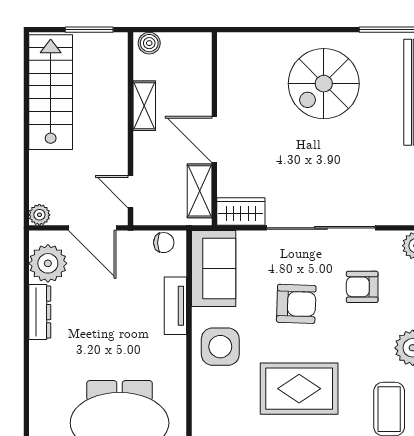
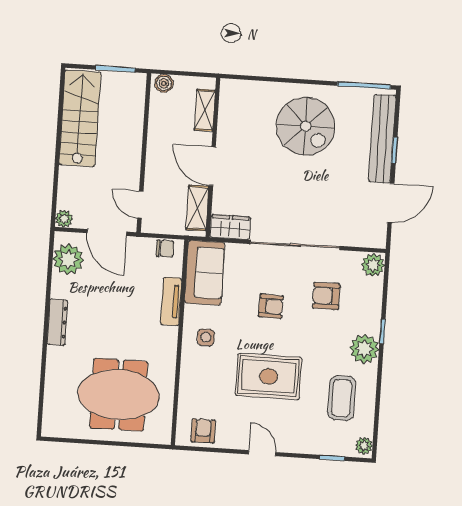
spiral stairs: (324, 84) -> (306, 126), turned -90
shelving: (144, 106) -> (205, 110), moved
armchair: (296, 304) -> (271, 306), width x0.72, depth x0.72
dresser: (40, 312) -> (57, 322), moved
side table: (220, 347) -> (206, 337), width x0.54, depth x0.54

